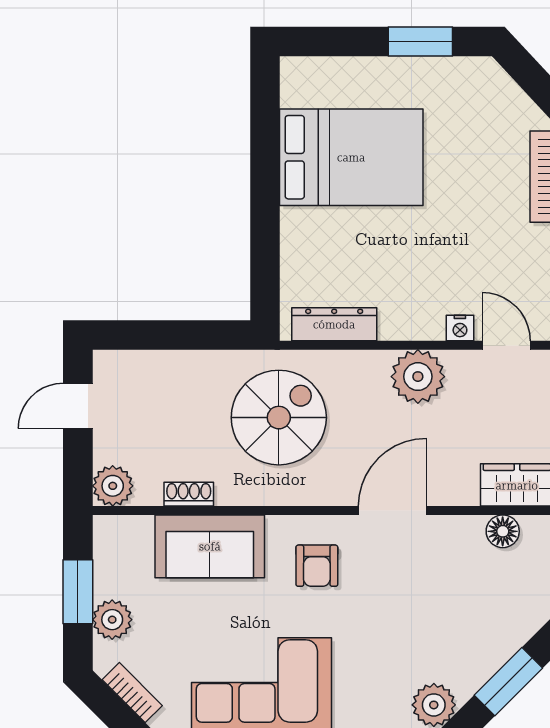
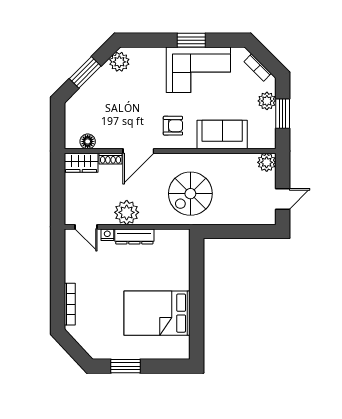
dresser: (334, 324) -> (134, 236), moved
shoe rack: (189, 494) -> (110, 159), moved
armchair: (317, 566) -> (173, 126), turned 90

